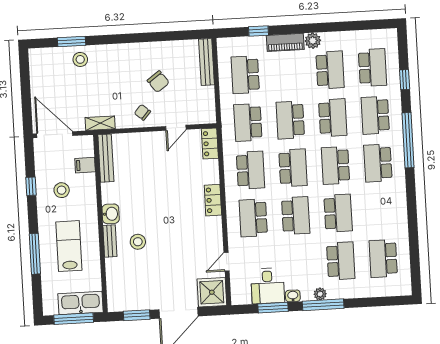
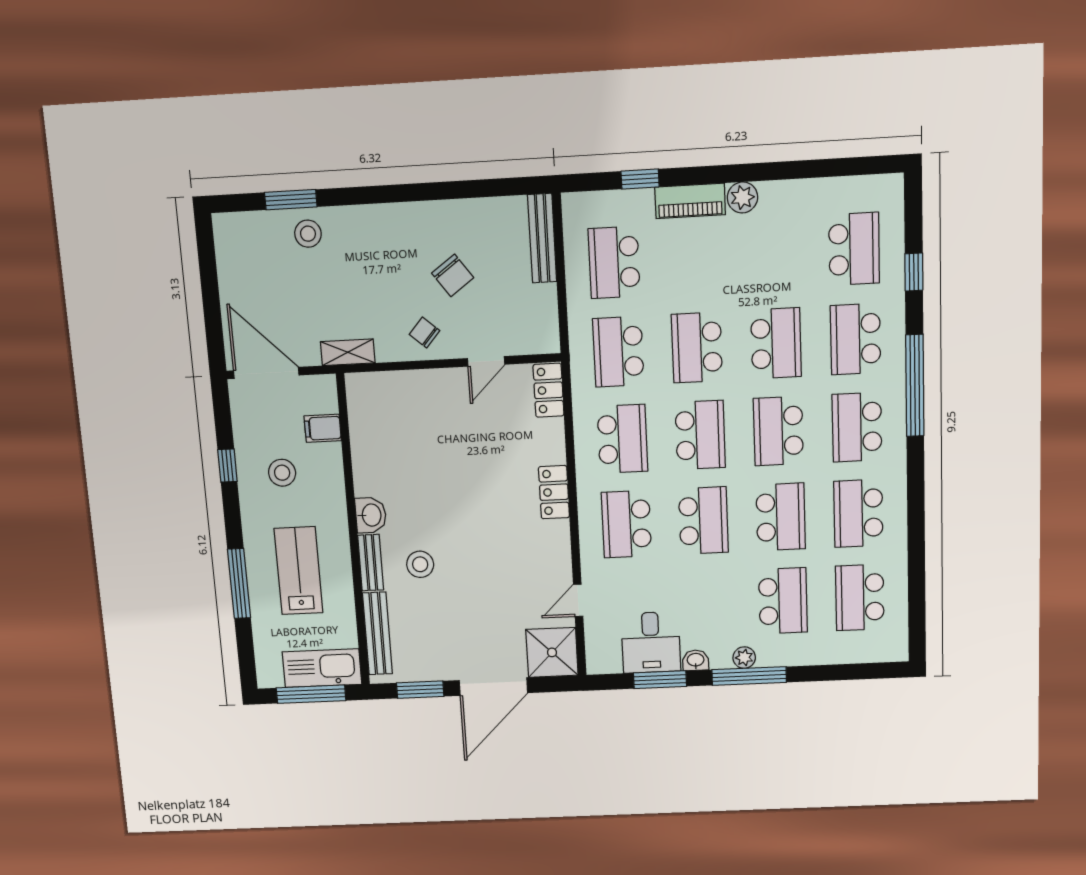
school desk: (330, 70) -> (858, 513), moved, turned 180
bench: (106, 158) -> (377, 633), moved

